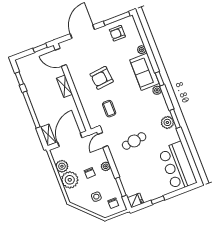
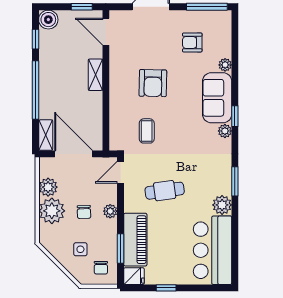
armchair: (117, 33) -> (192, 42), moved
boiler: (23, 64) -> (48, 20), added
armchair: (102, 78) -> (153, 83), turned -83
plant: (167, 122) -> (222, 205), moved
door: (70, 140) -> (74, 154), hinge flipped
piano: (128, 178) -> (135, 240), added

